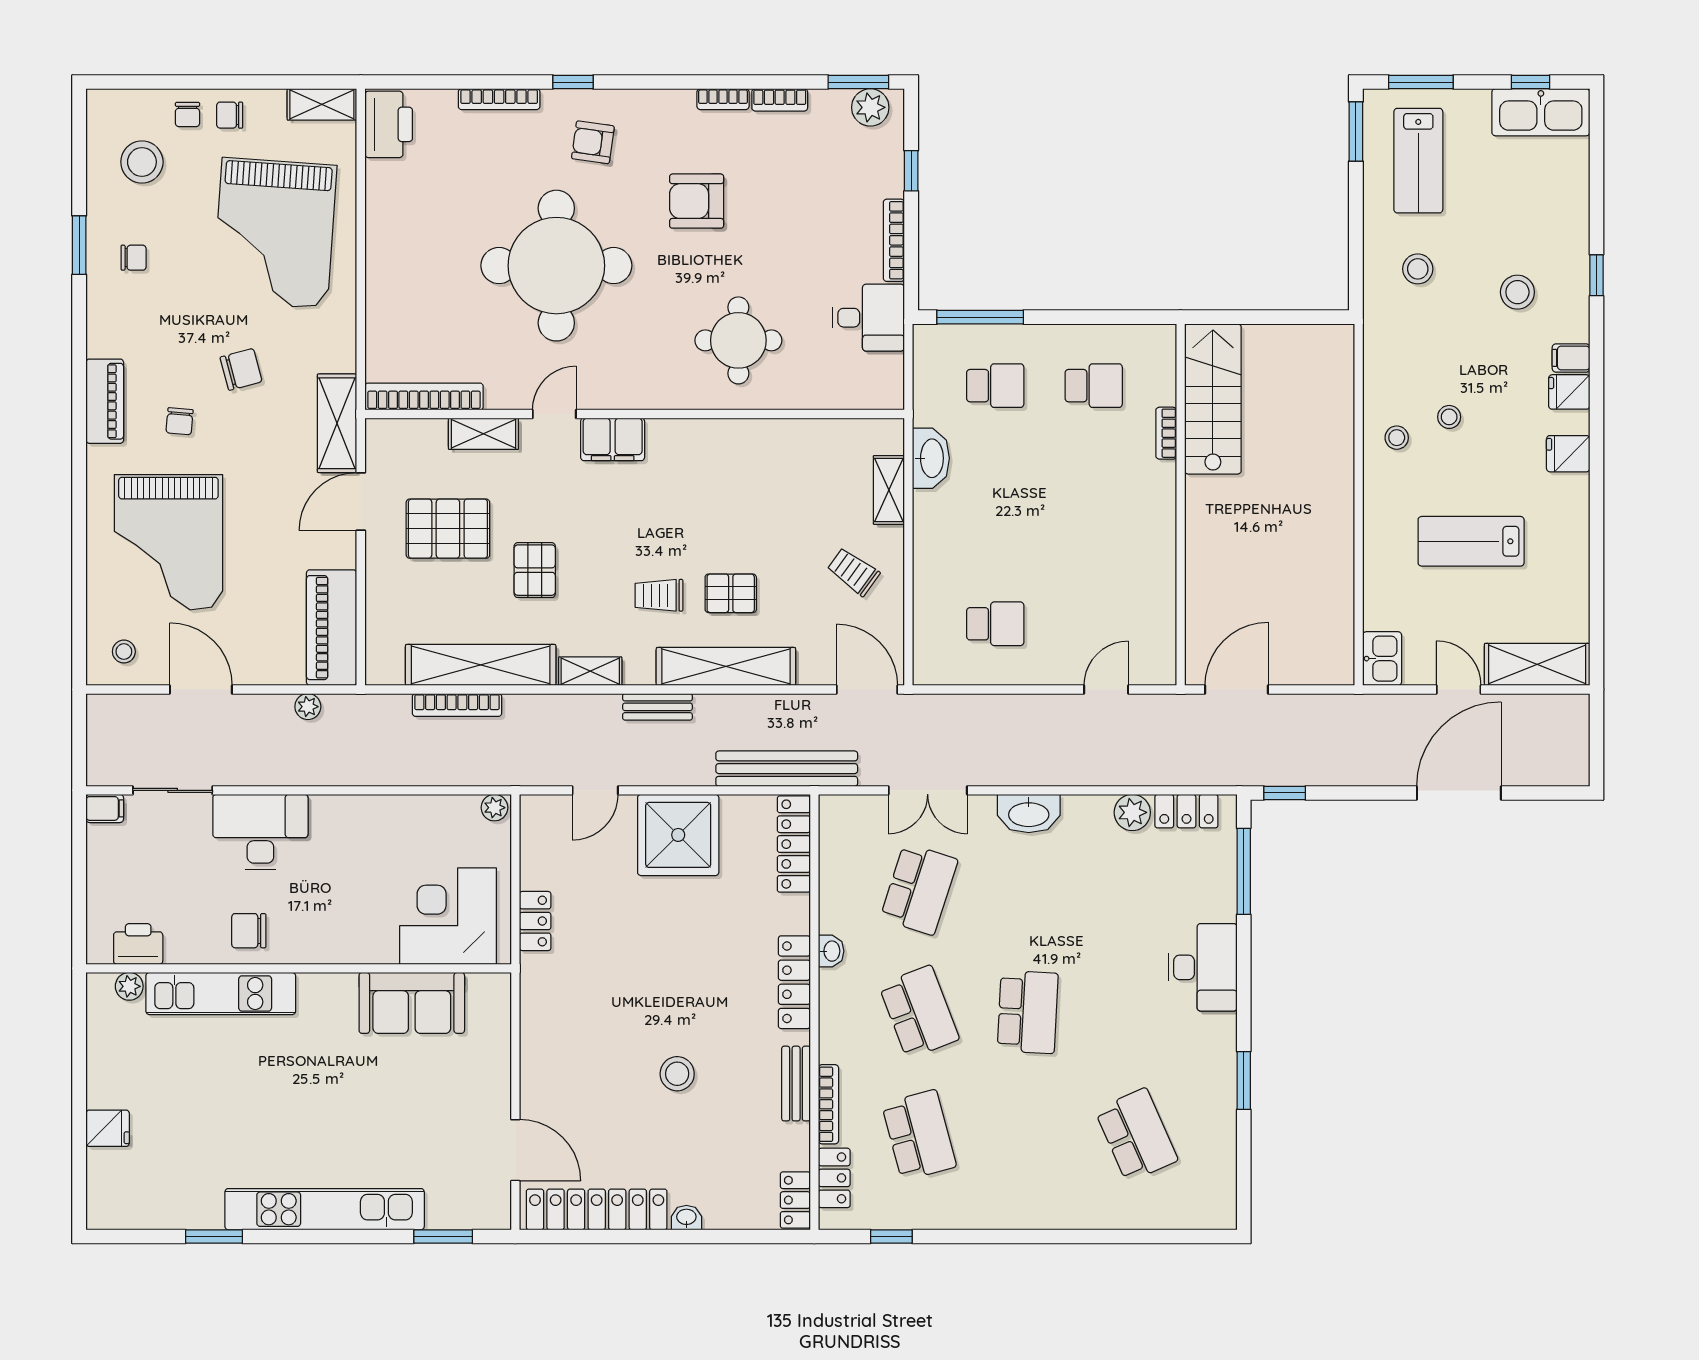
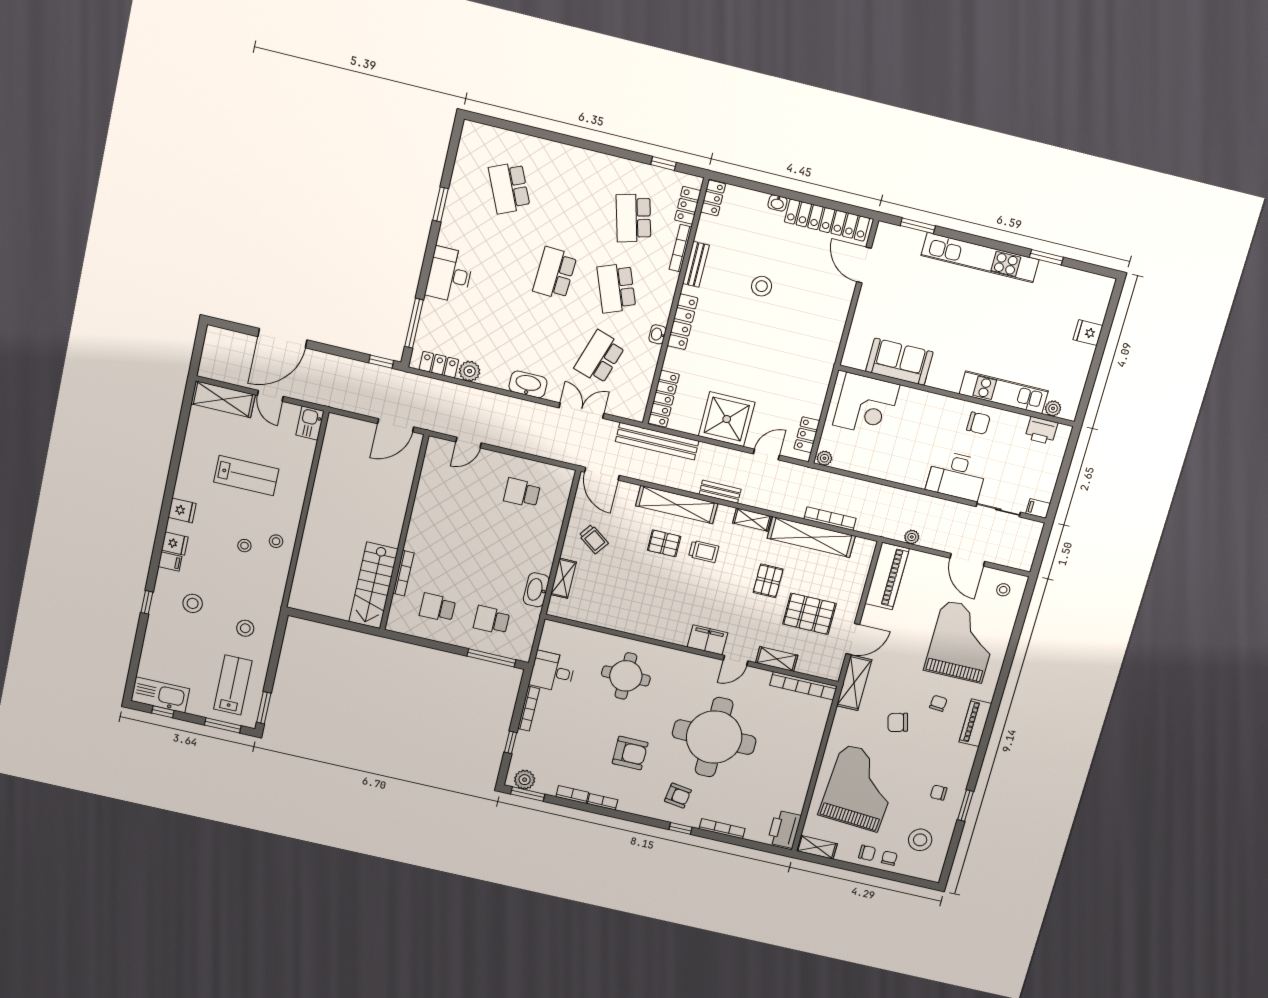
bookcase: (1166, 433) -> (403, 573), width x1.56
locker: (535, 921) -> (807, 435), moved

